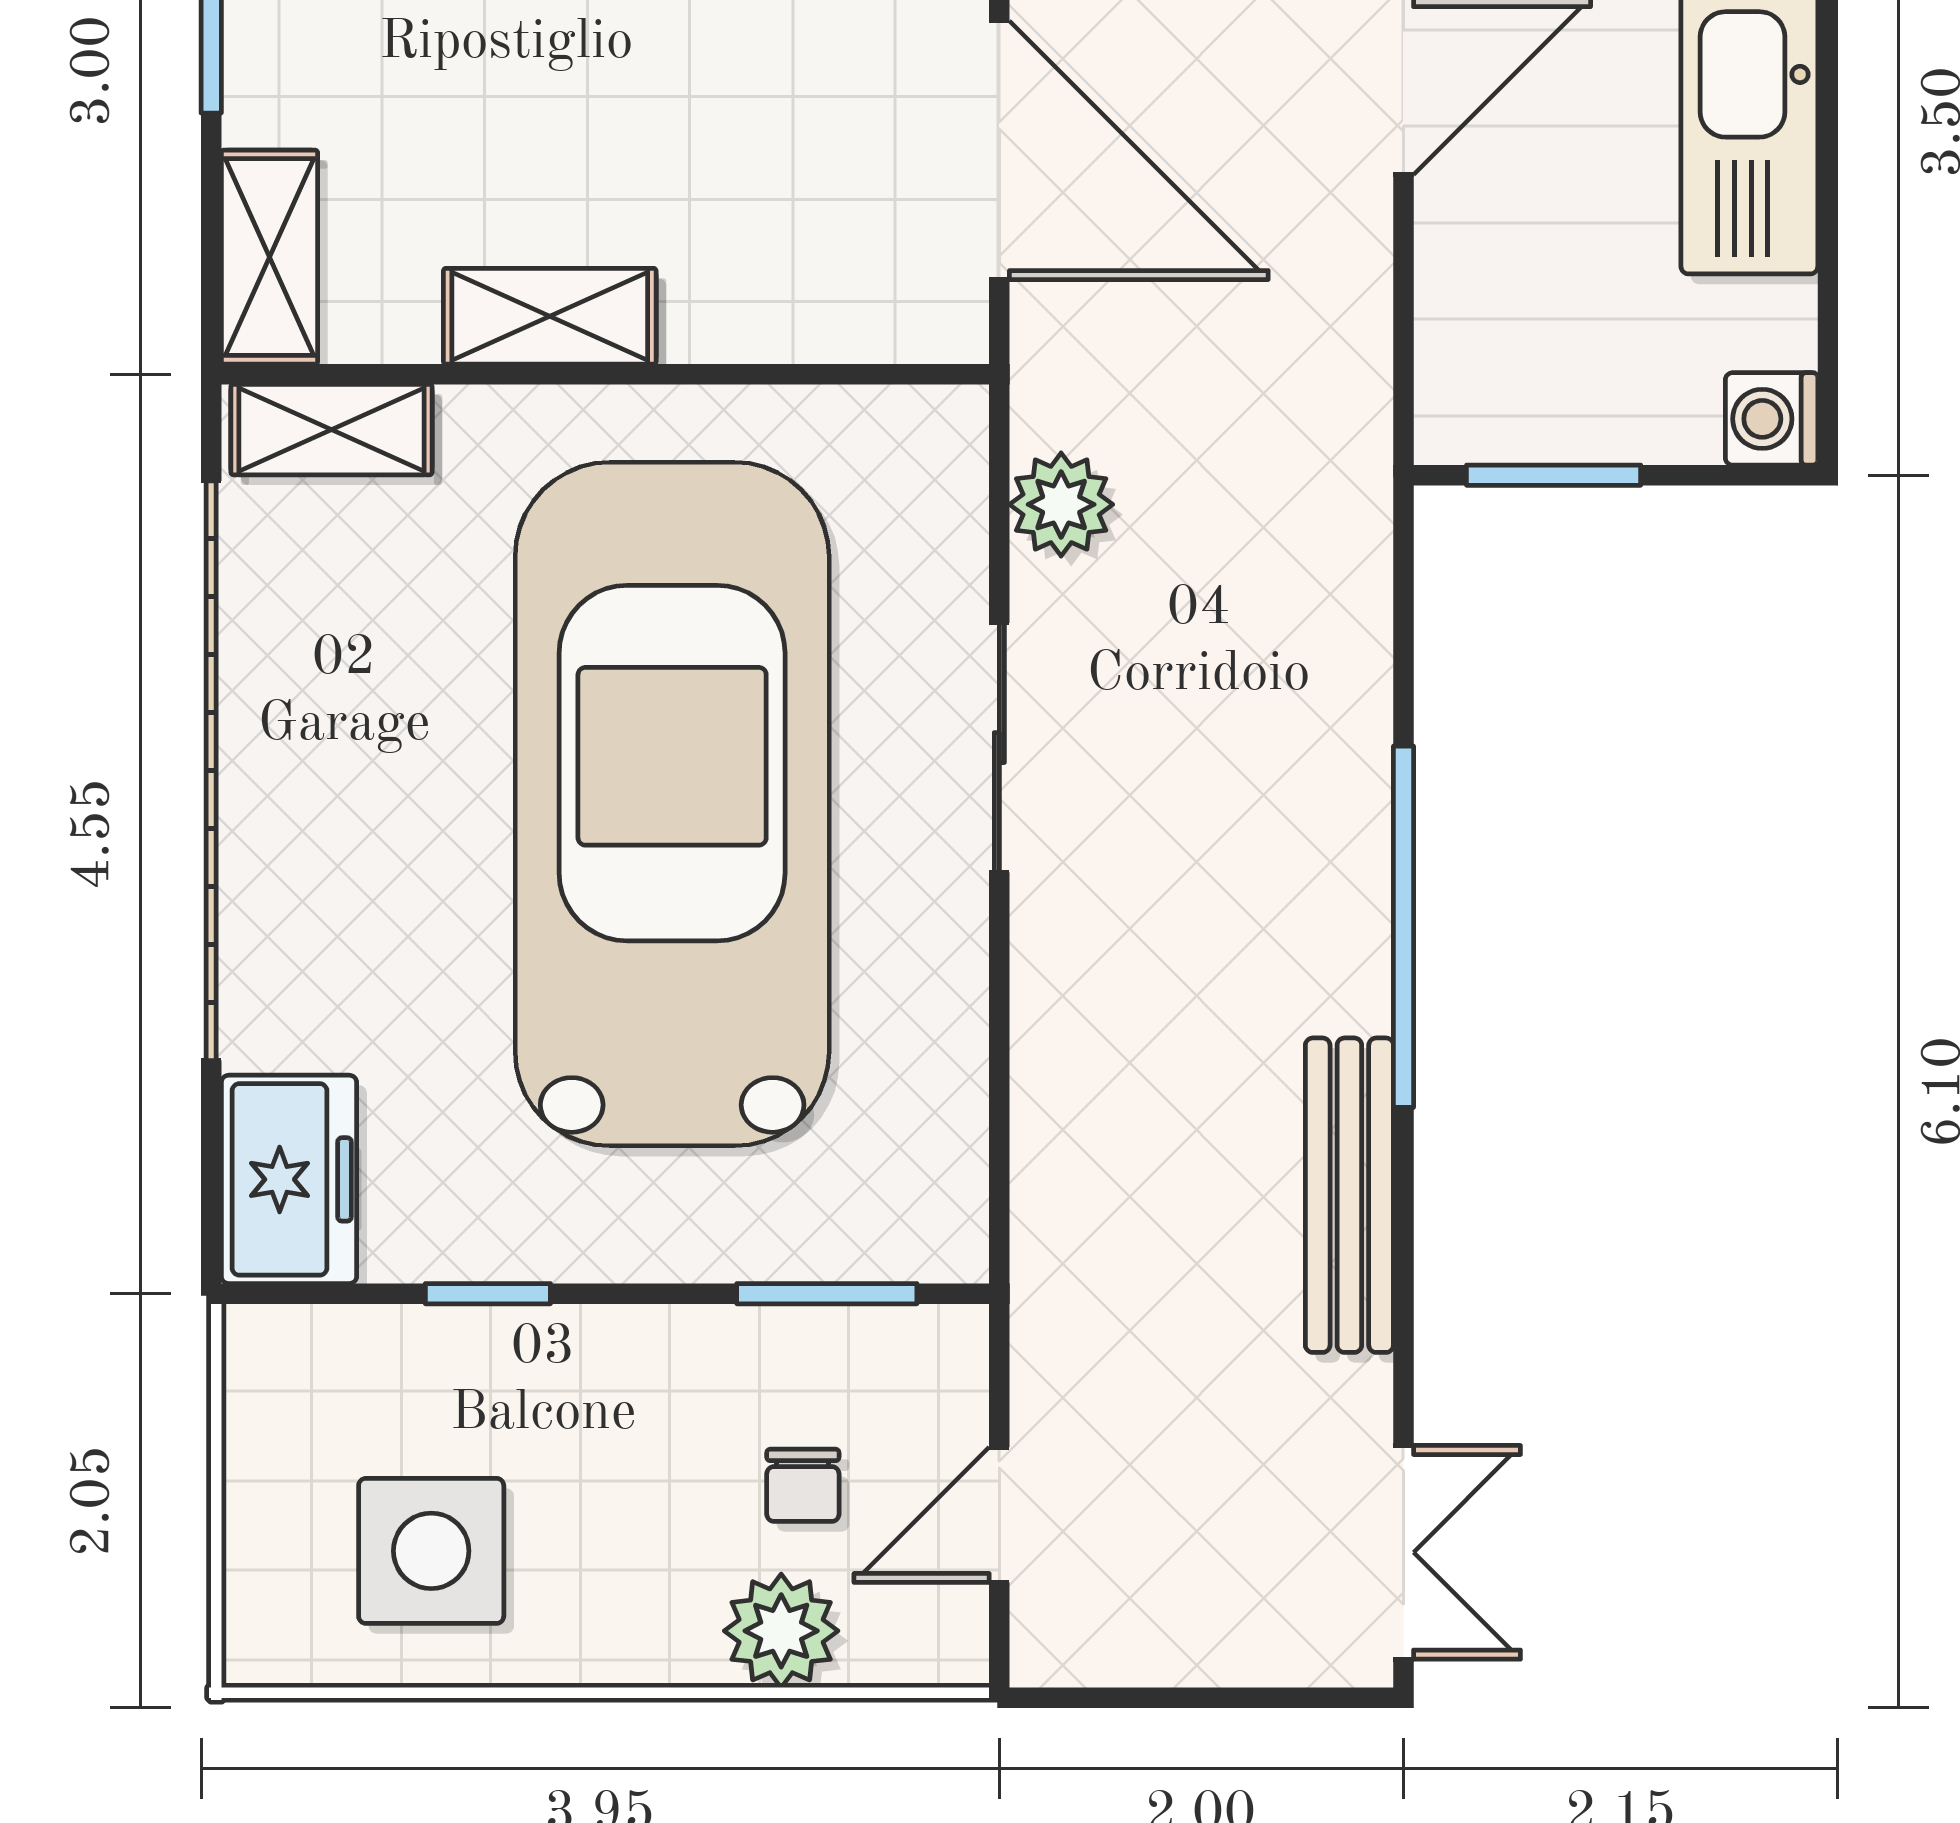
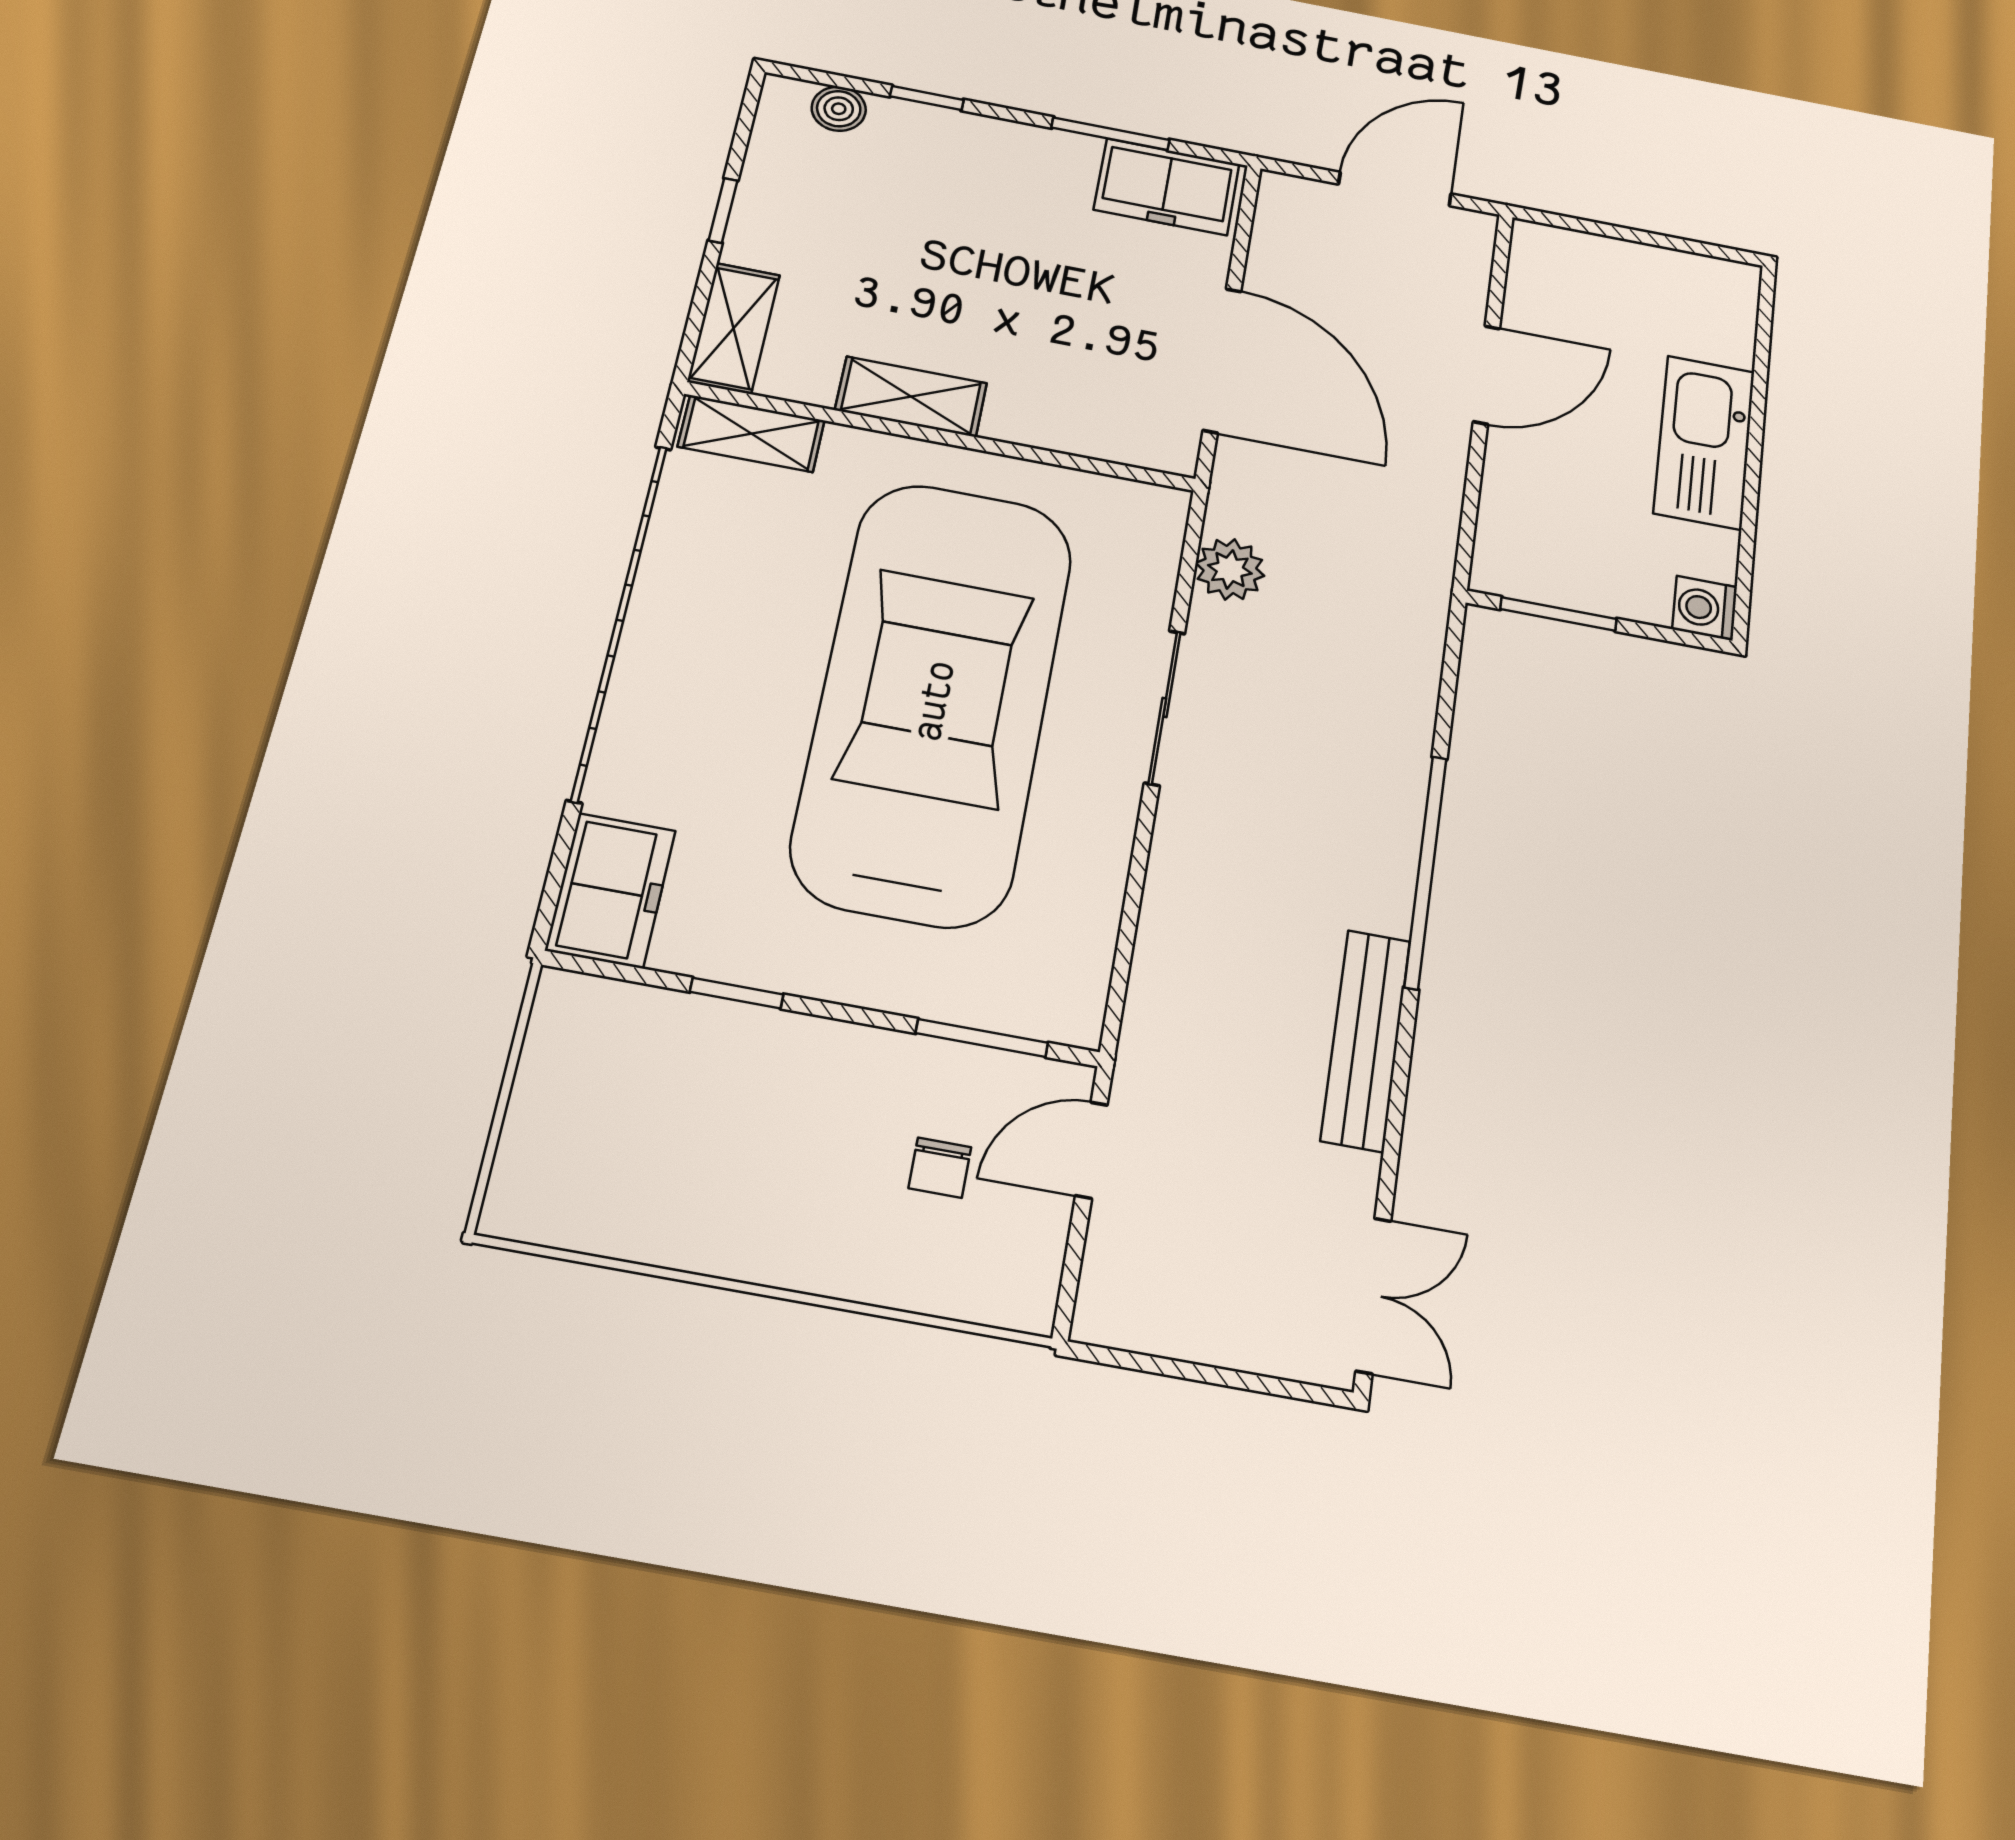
door: (999, 1515) -> (1091, 1150), moved
side table: (431, 1551) -> (655, 1164), removed
plant: (781, 1631) -> (904, 1269), removed

